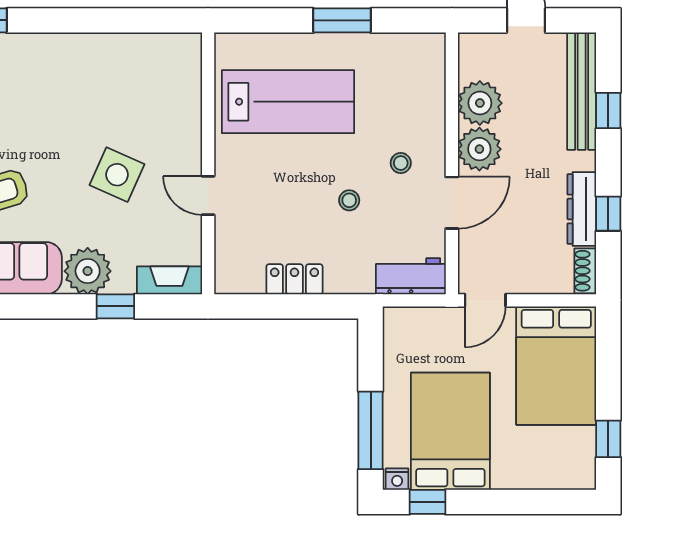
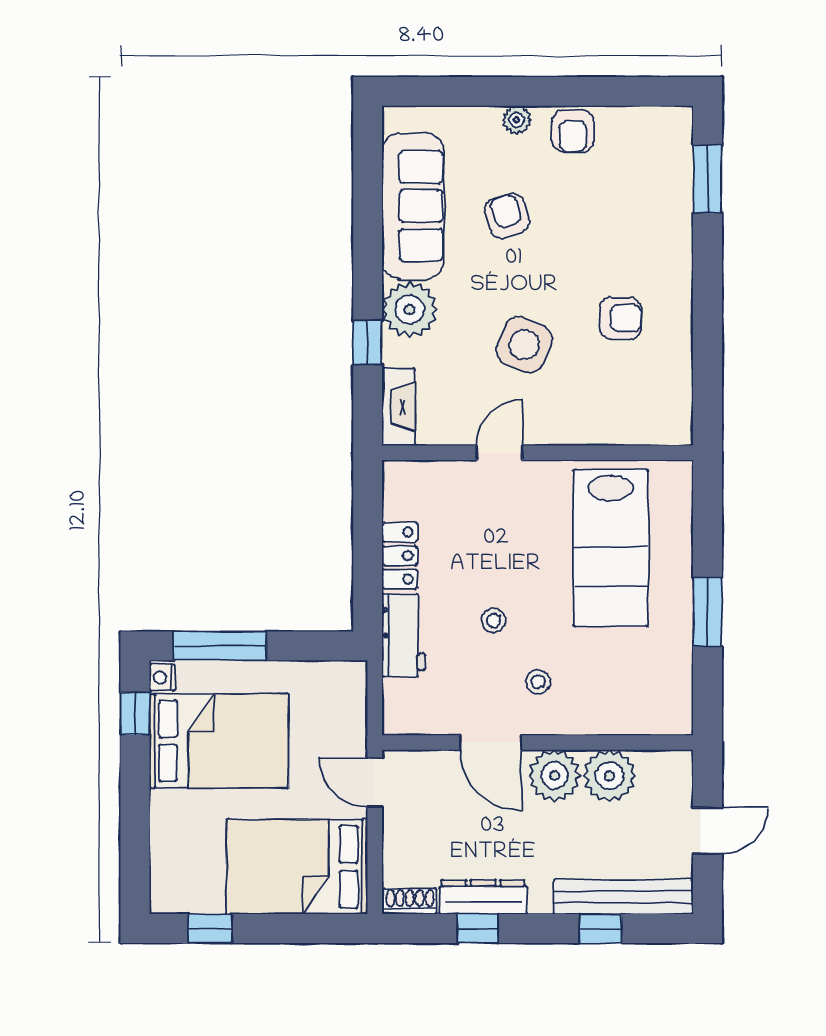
armchair: (95, 93) -> (621, 318), added
workbench: (411, 276) -> (403, 635), moved

